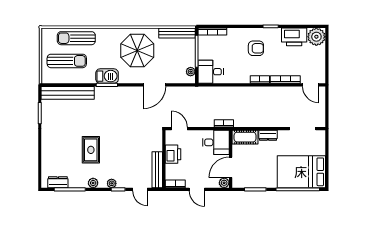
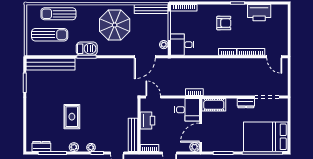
plant: (316, 37) -> (280, 12), removed
door: (154, 85) -> (145, 57), moved
dresser: (268, 135) -> (246, 103), moved

